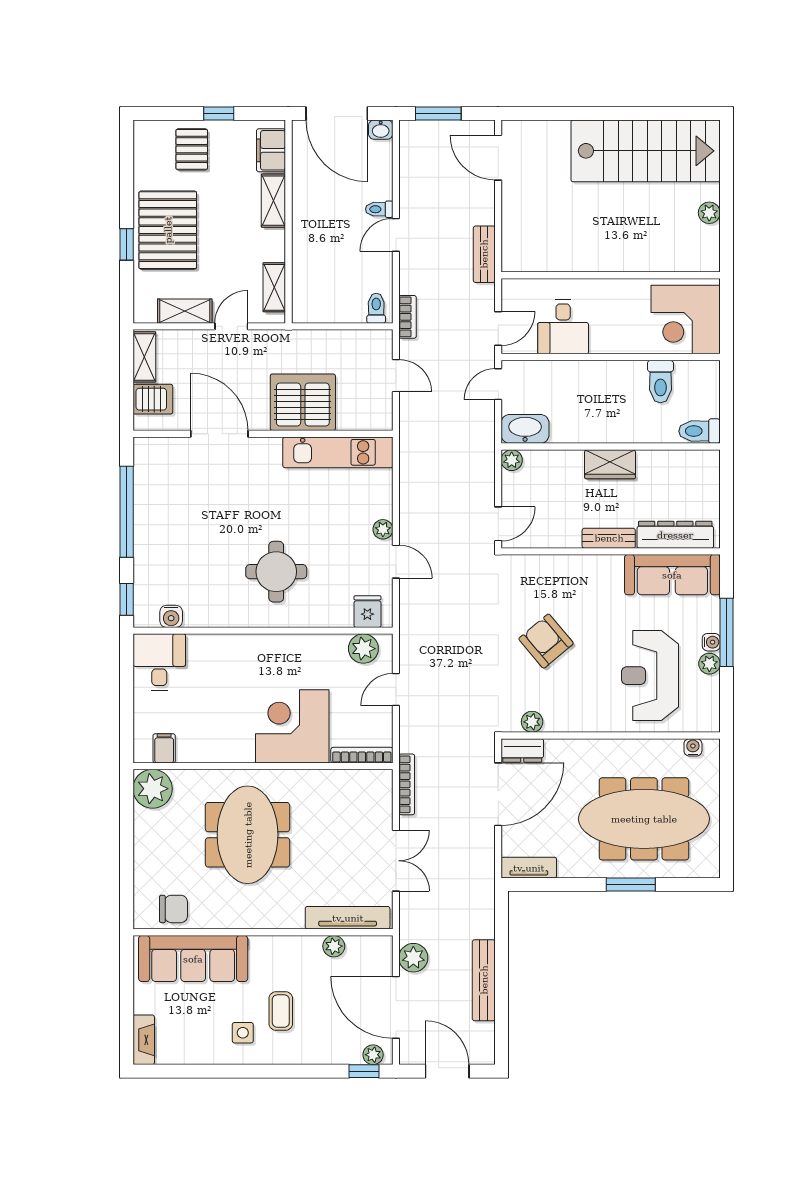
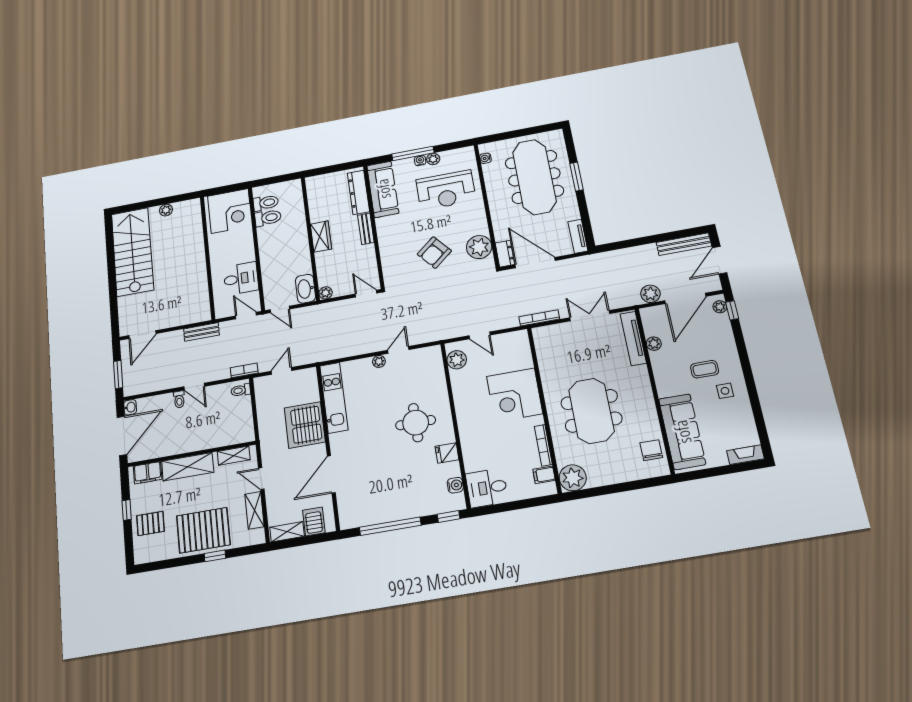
shelving: (273, 201) -> (188, 467), width x1.50, depth x1.33
toilet: (700, 431) -> (266, 203), moved, turned -90
fridge: (367, 612) -> (447, 453), moved
plant: (532, 722) -> (479, 247), width x1.88, depth x1.88
bookcase: (362, 755) -> (543, 445), moved
meeting table: (248, 835) -> (591, 411), turned 90
bench: (484, 980) -> (684, 244), moved

